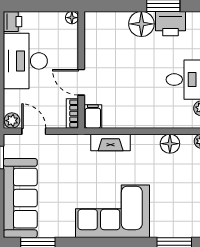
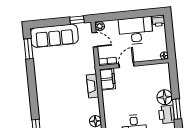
filing cabinet: (93, 117) -> (107, 79), width x2.00
door: (34, 131) -> (95, 40), hinge flipped
corner sofa: (113, 211) -> (52, 91), removed

